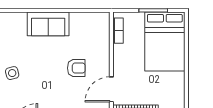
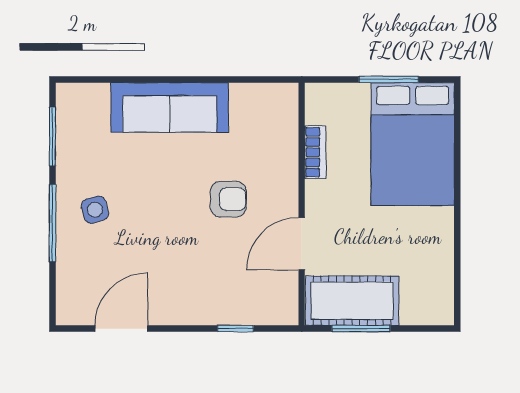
sofa: (48, 24) -> (170, 107), width x1.36
bookcase: (118, 31) -> (315, 152), moved

